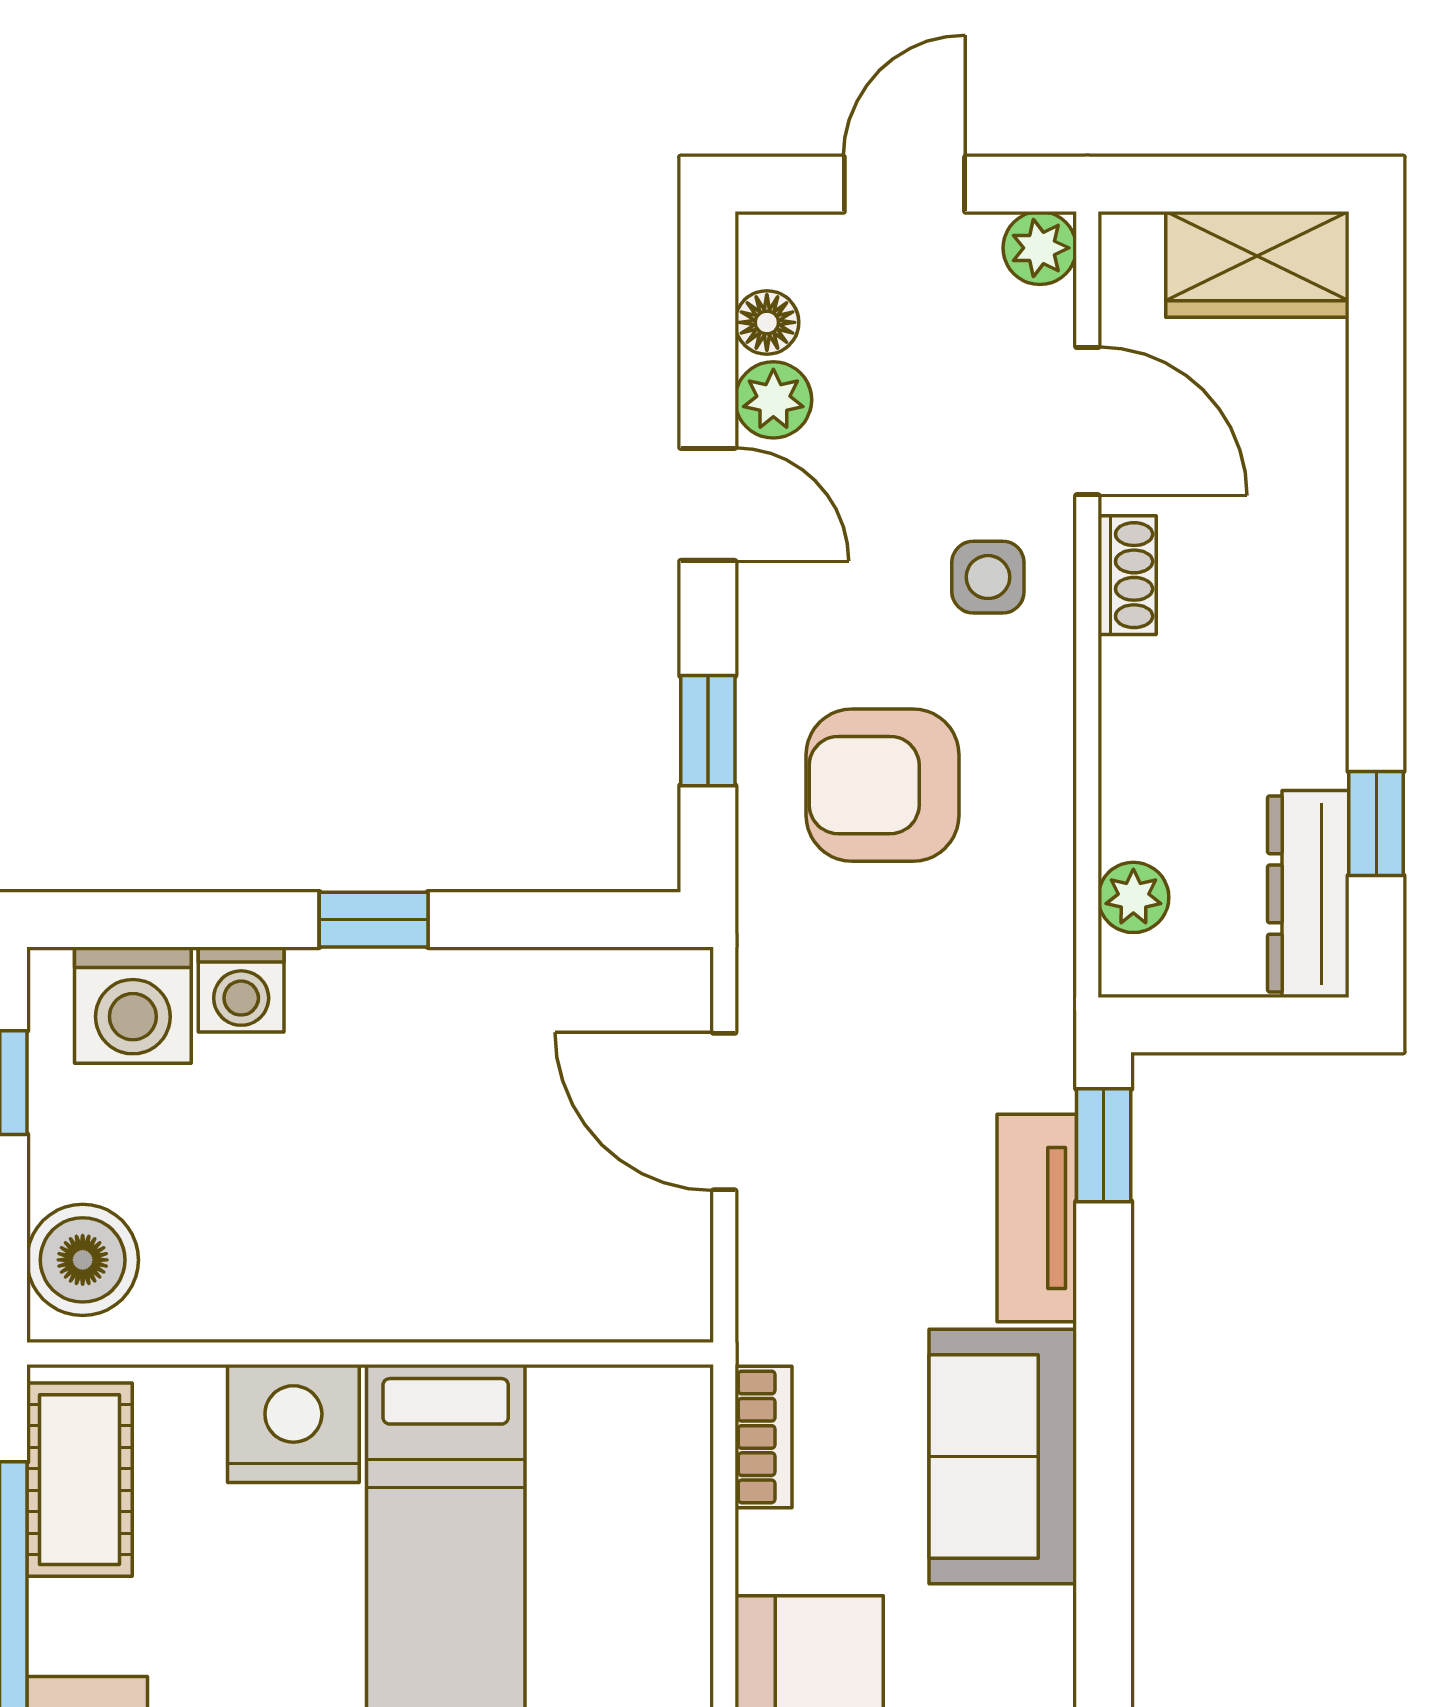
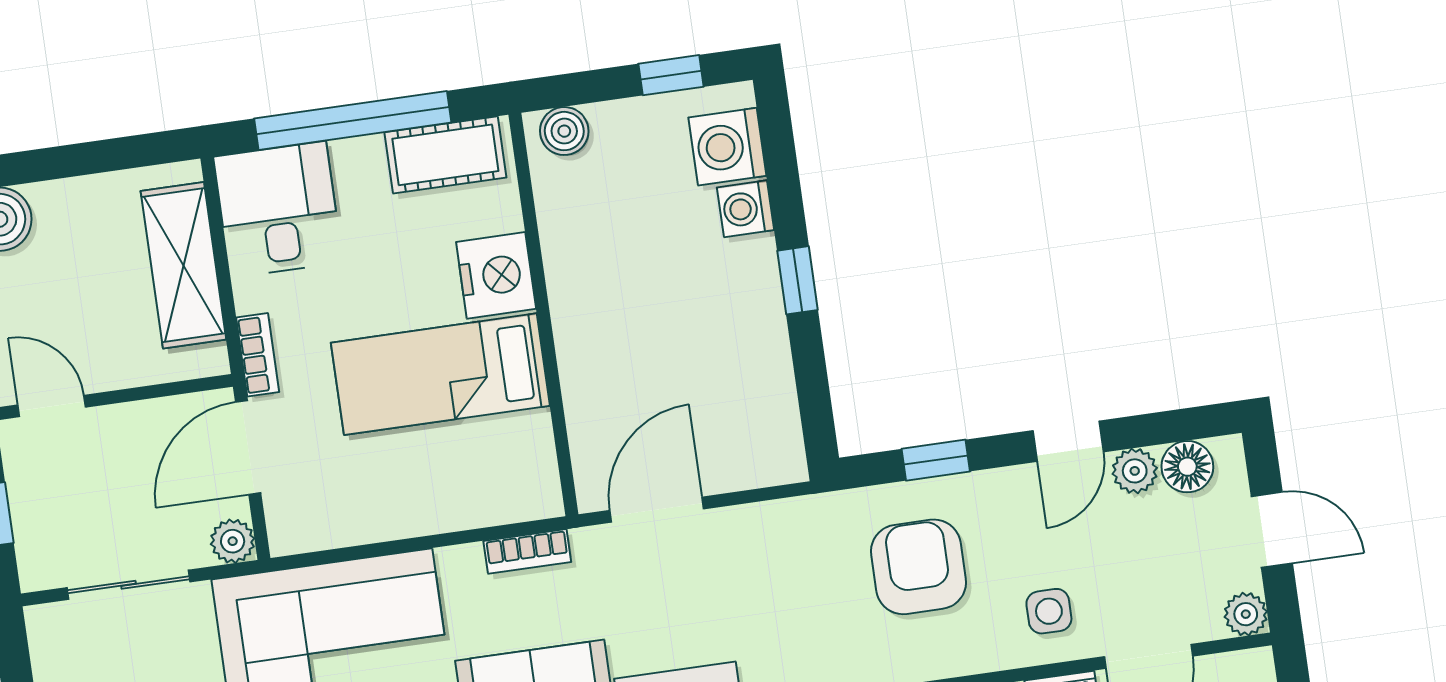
floor lamp: (767, 322) -> (1187, 467), width x1.37, depth x1.37
door: (724, 1112) -> (657, 510), moved
boiler: (83, 1260) -> (564, 131), width x0.73, depth x0.73

